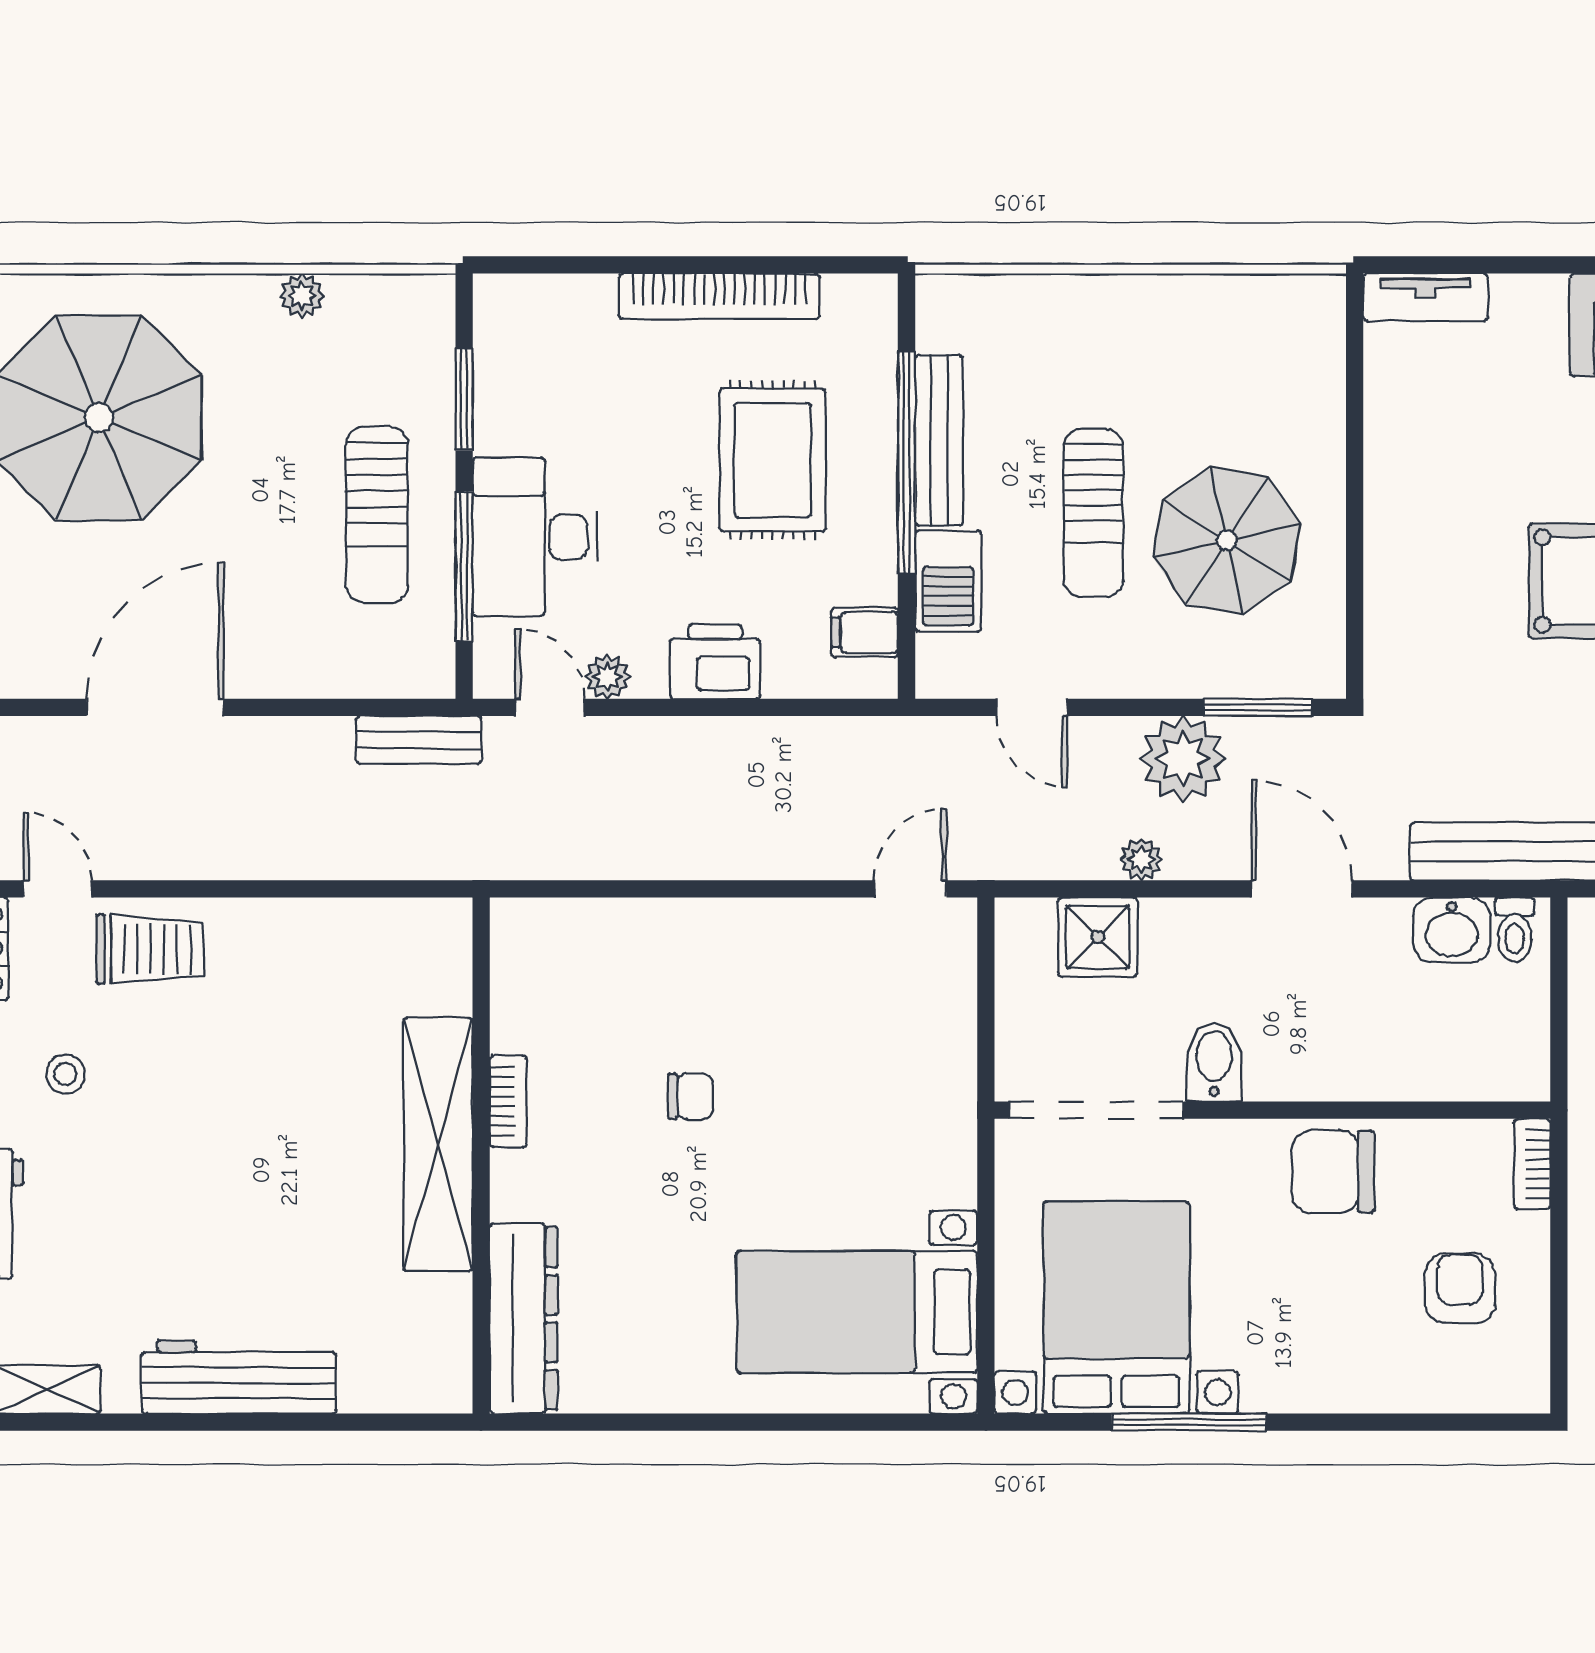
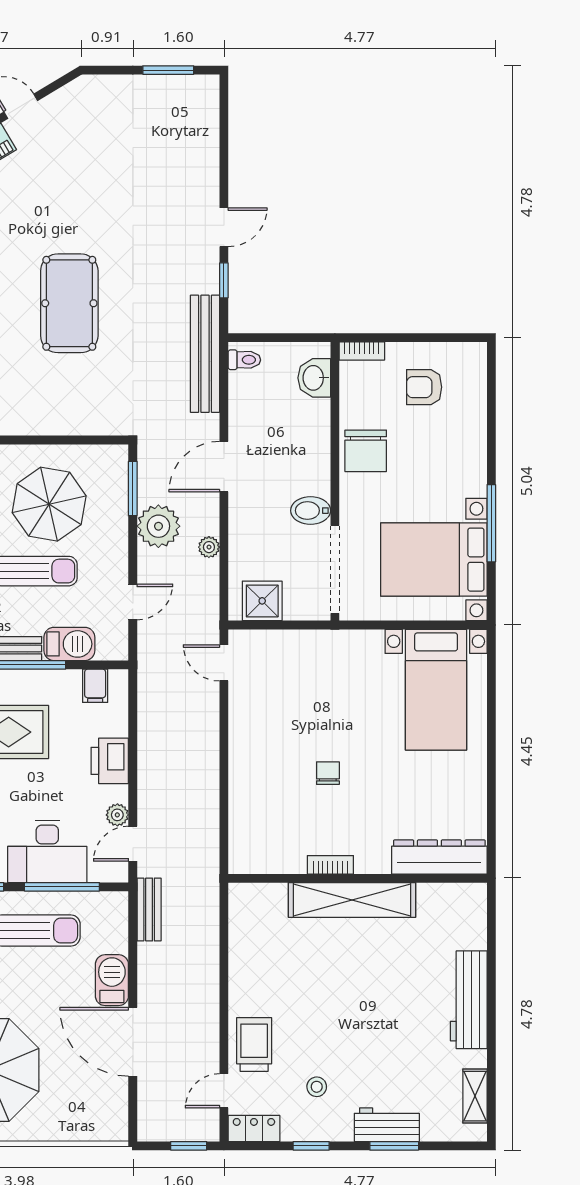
barbecue: (278, 666) -> (112, 980), added
washbasin: (1452, 930) -> (314, 378), moved, turned 180
shower: (1098, 937) -> (262, 601), moved

